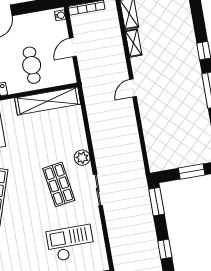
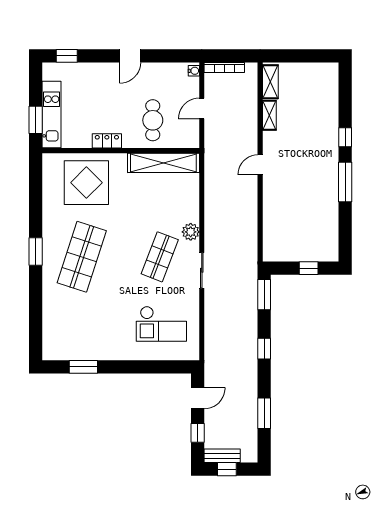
window: (192, 171) -> (309, 268), width x0.67
shop shelf: (59, 184) -> (160, 257), turned 30
checkout: (71, 243) -> (161, 324), turned 180

